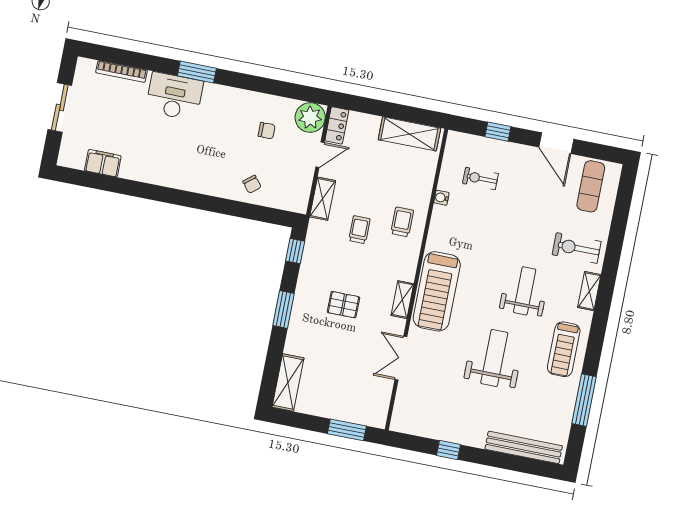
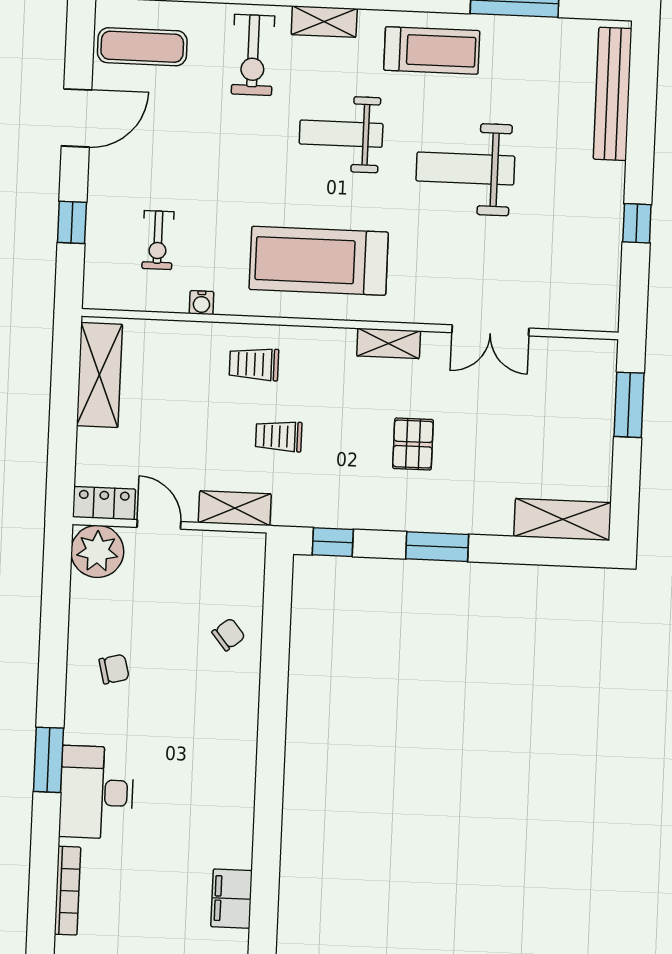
chair: (267, 131) -> (114, 669), moved, turned 76
treadmill: (437, 291) -> (319, 261), moved, turned 180

